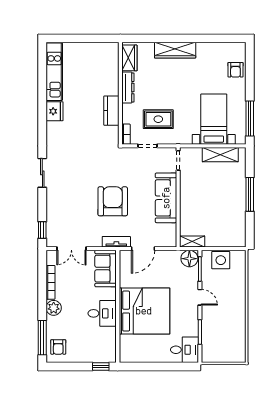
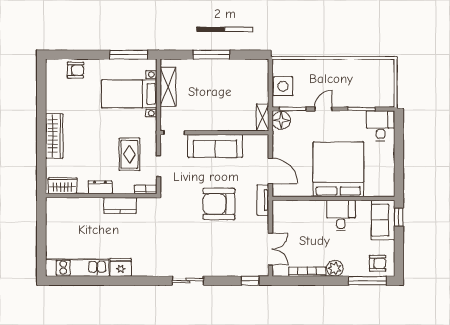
dresser: (128, 88) -> (100, 187), width x0.70
sofa: (106, 269) -> (383, 220), moved, turned 90

